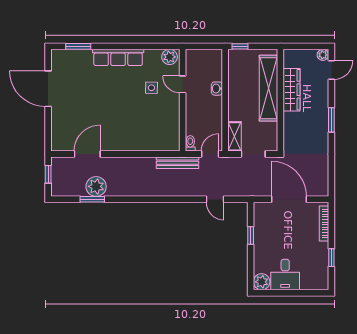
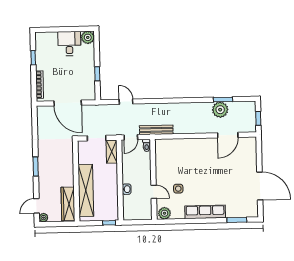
wardrobe: (291, 90) -> (68, 204), moved

